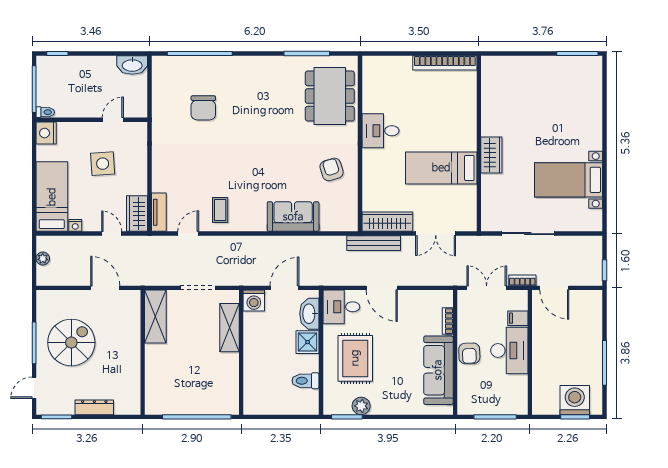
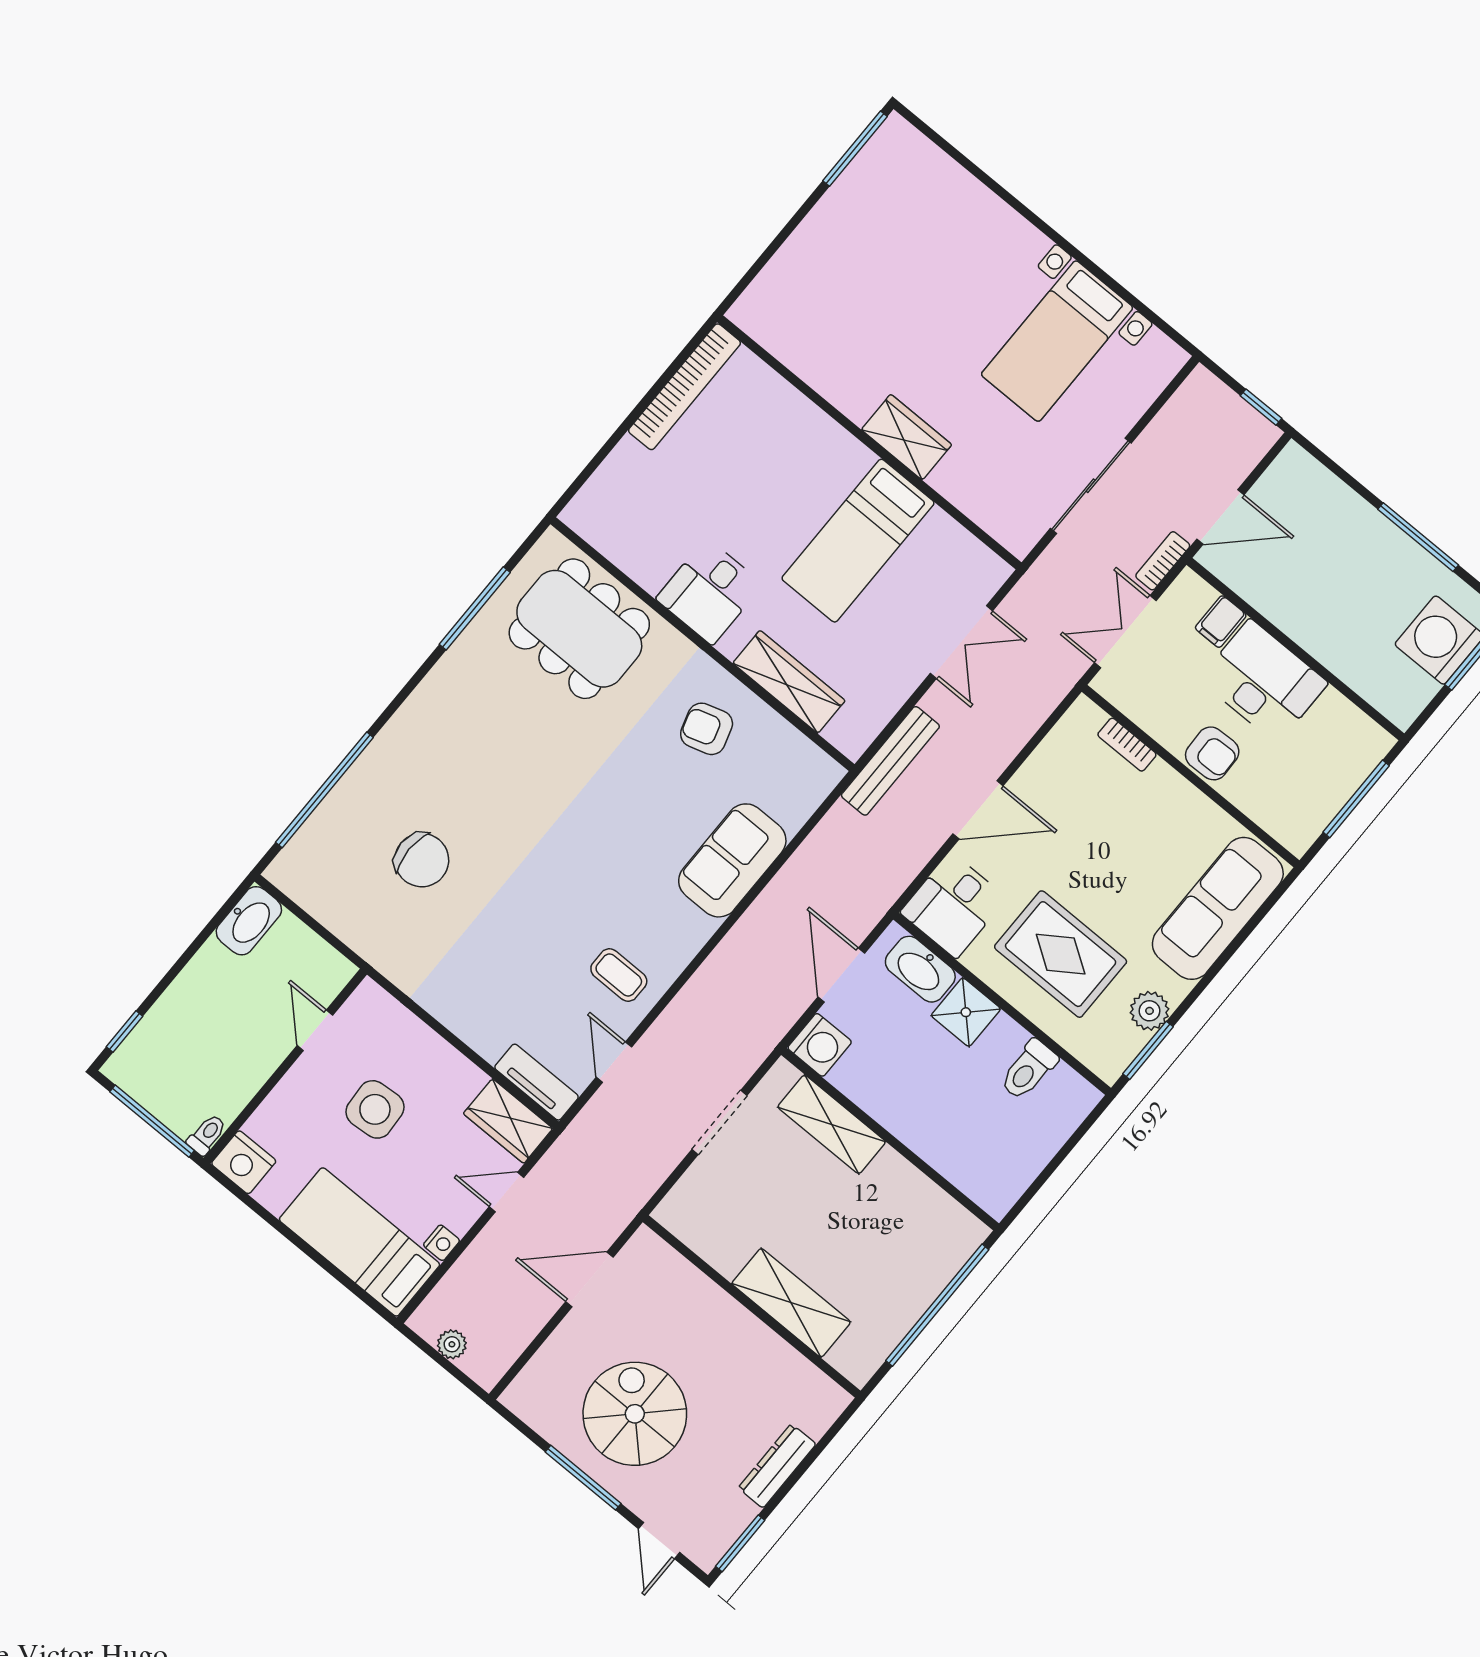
wardrobe: (387, 222) -> (789, 682), moved, turned 90
shelving: (155, 316) -> (791, 1303), moved
sofa: (438, 370) -> (1218, 908), moved, turned 90

